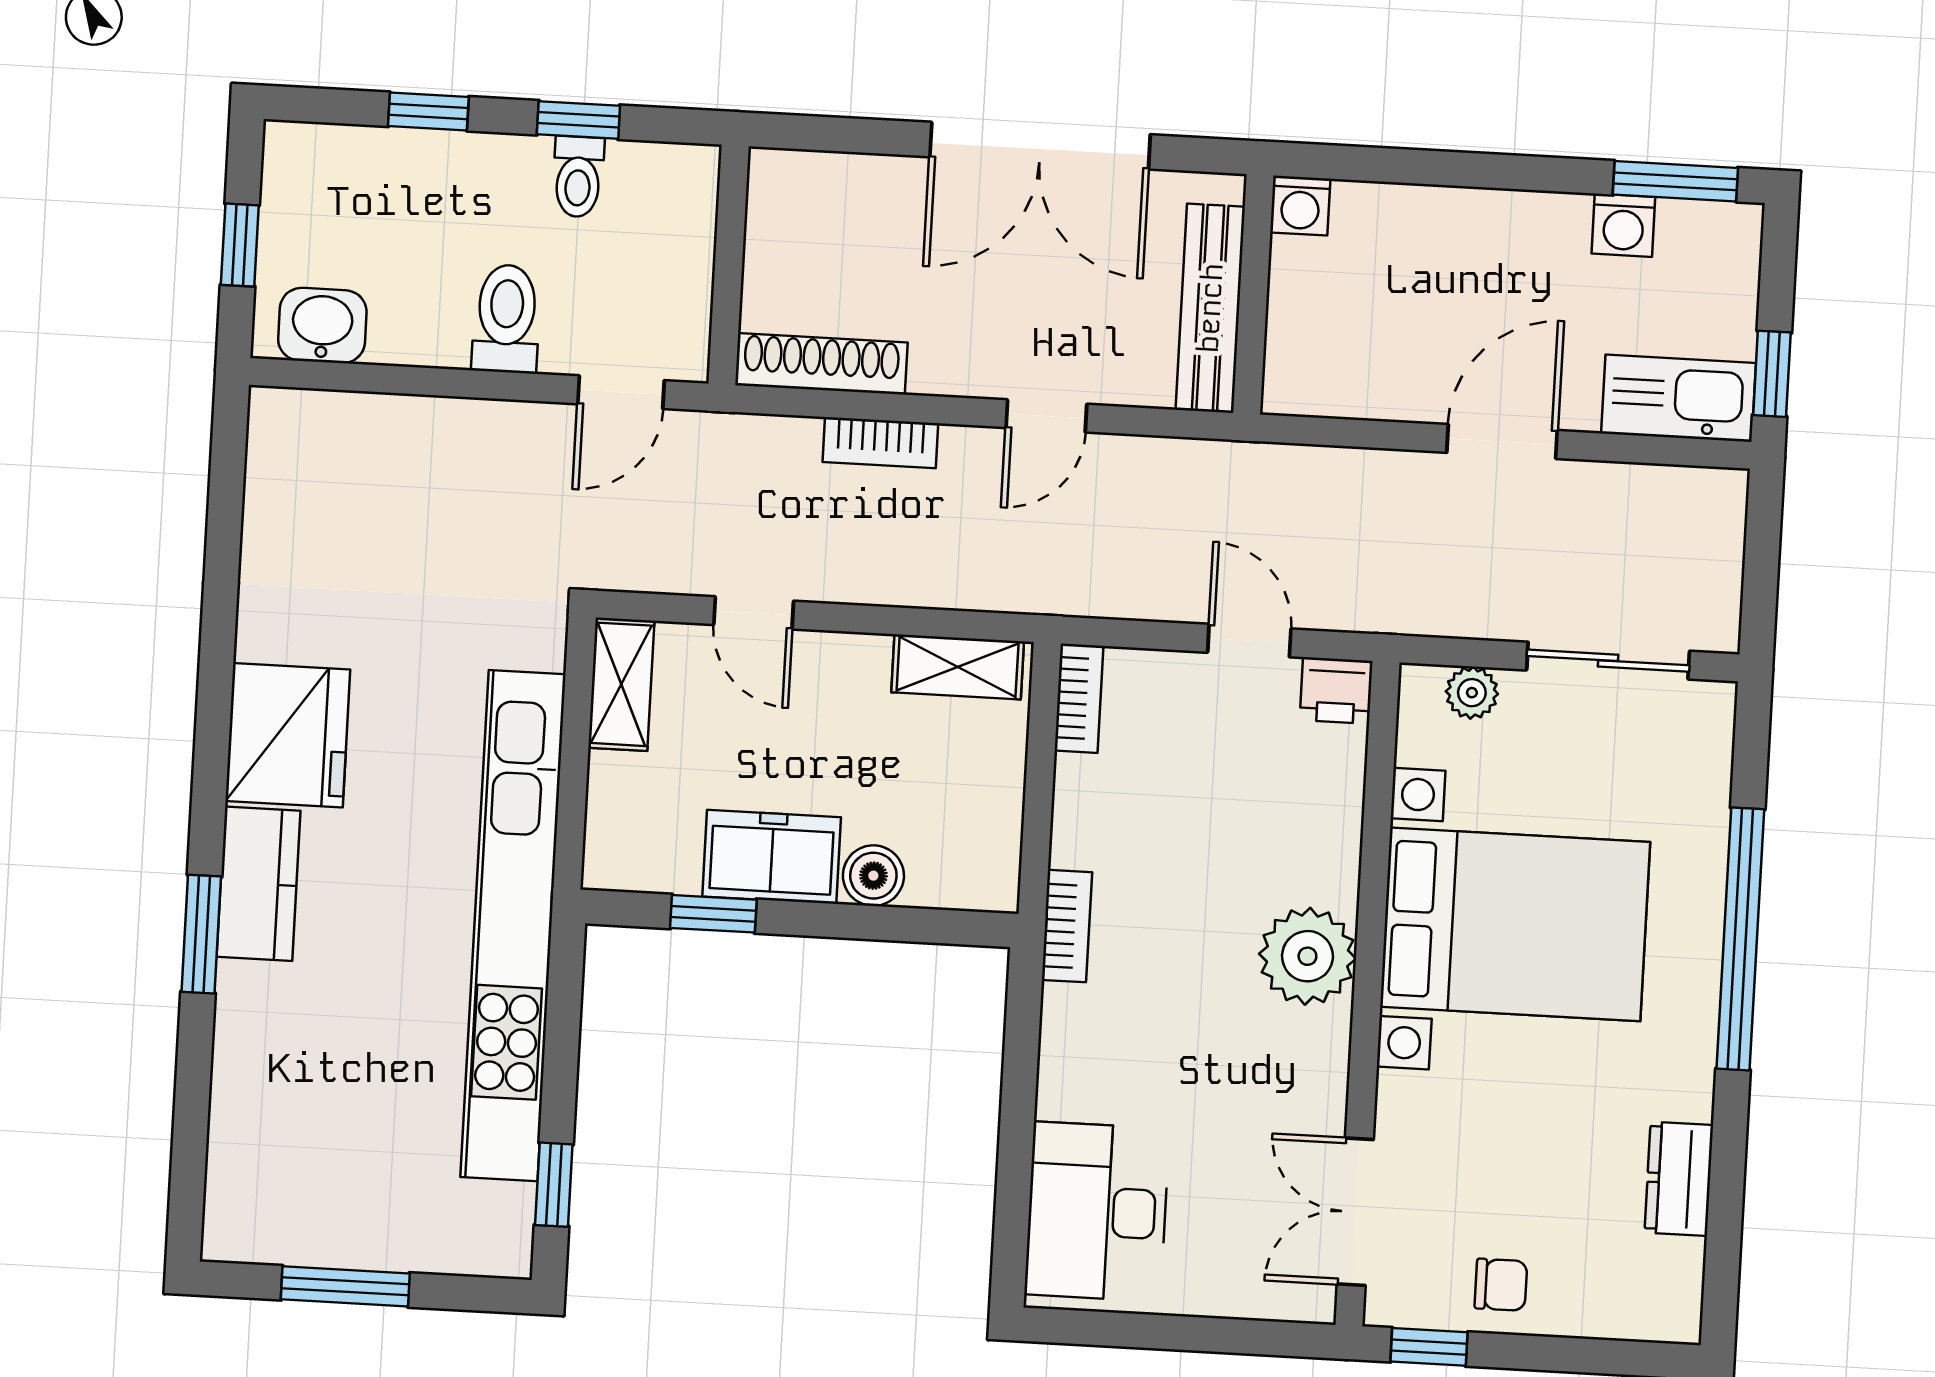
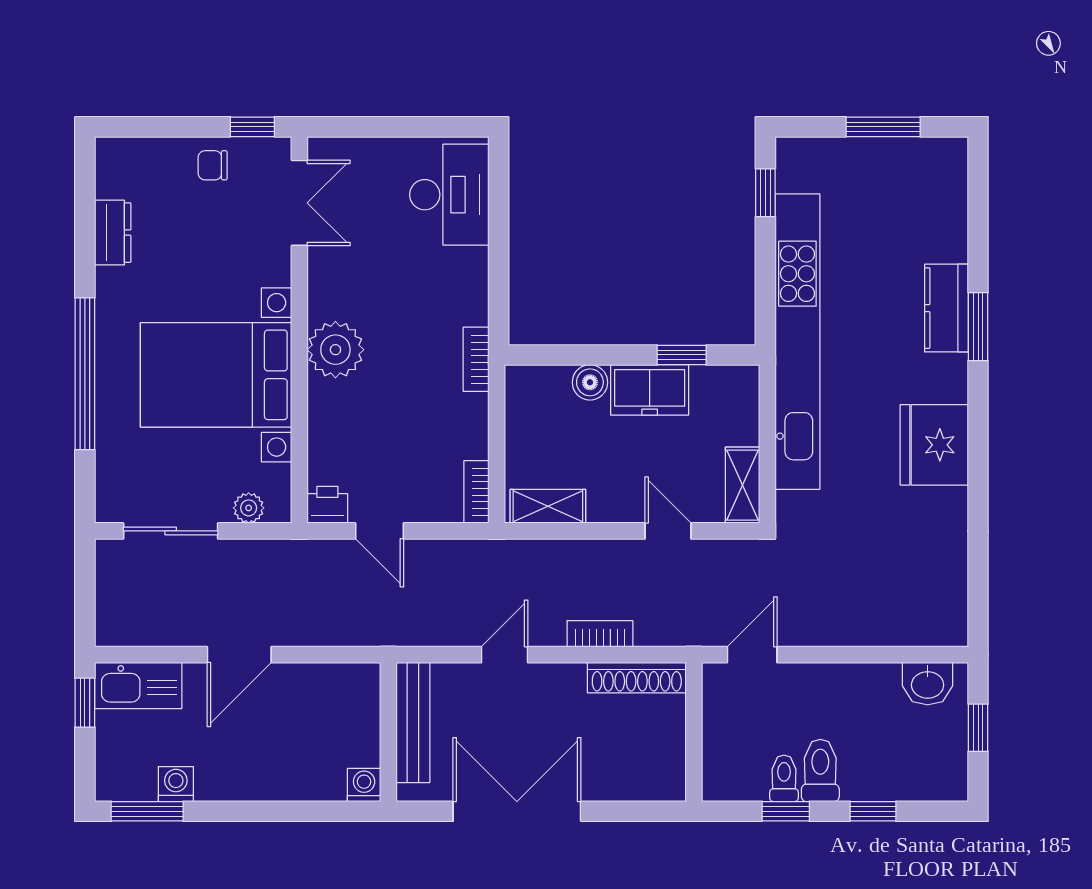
toilet: (506, 319) -> (820, 770), moved, turned 180
kitchen counter: (259, 884) -> (946, 308), moved

